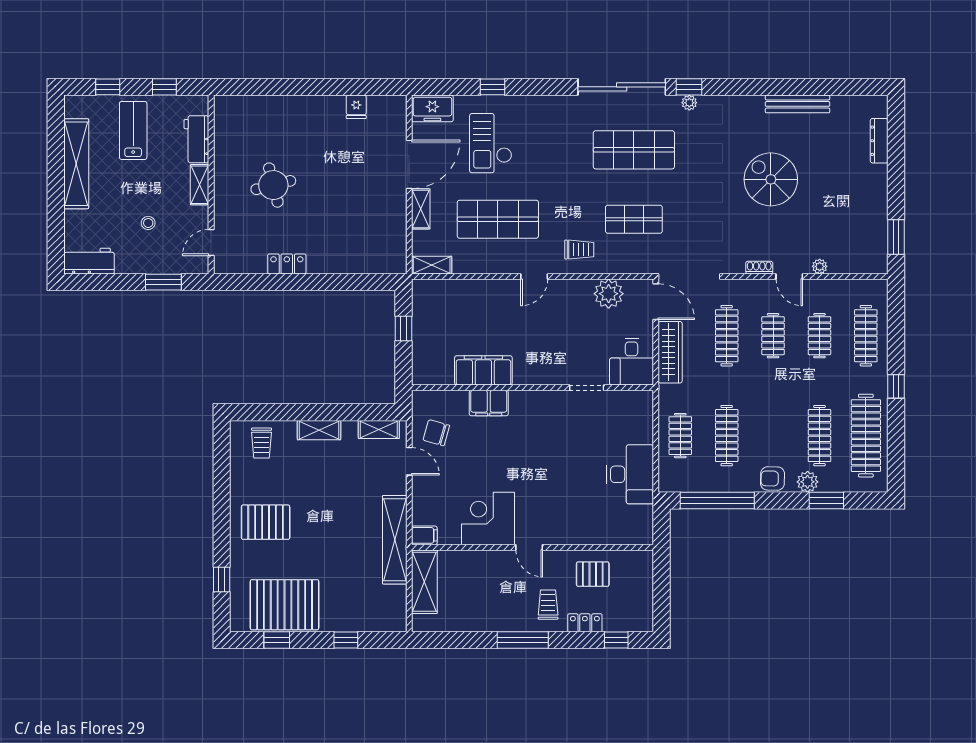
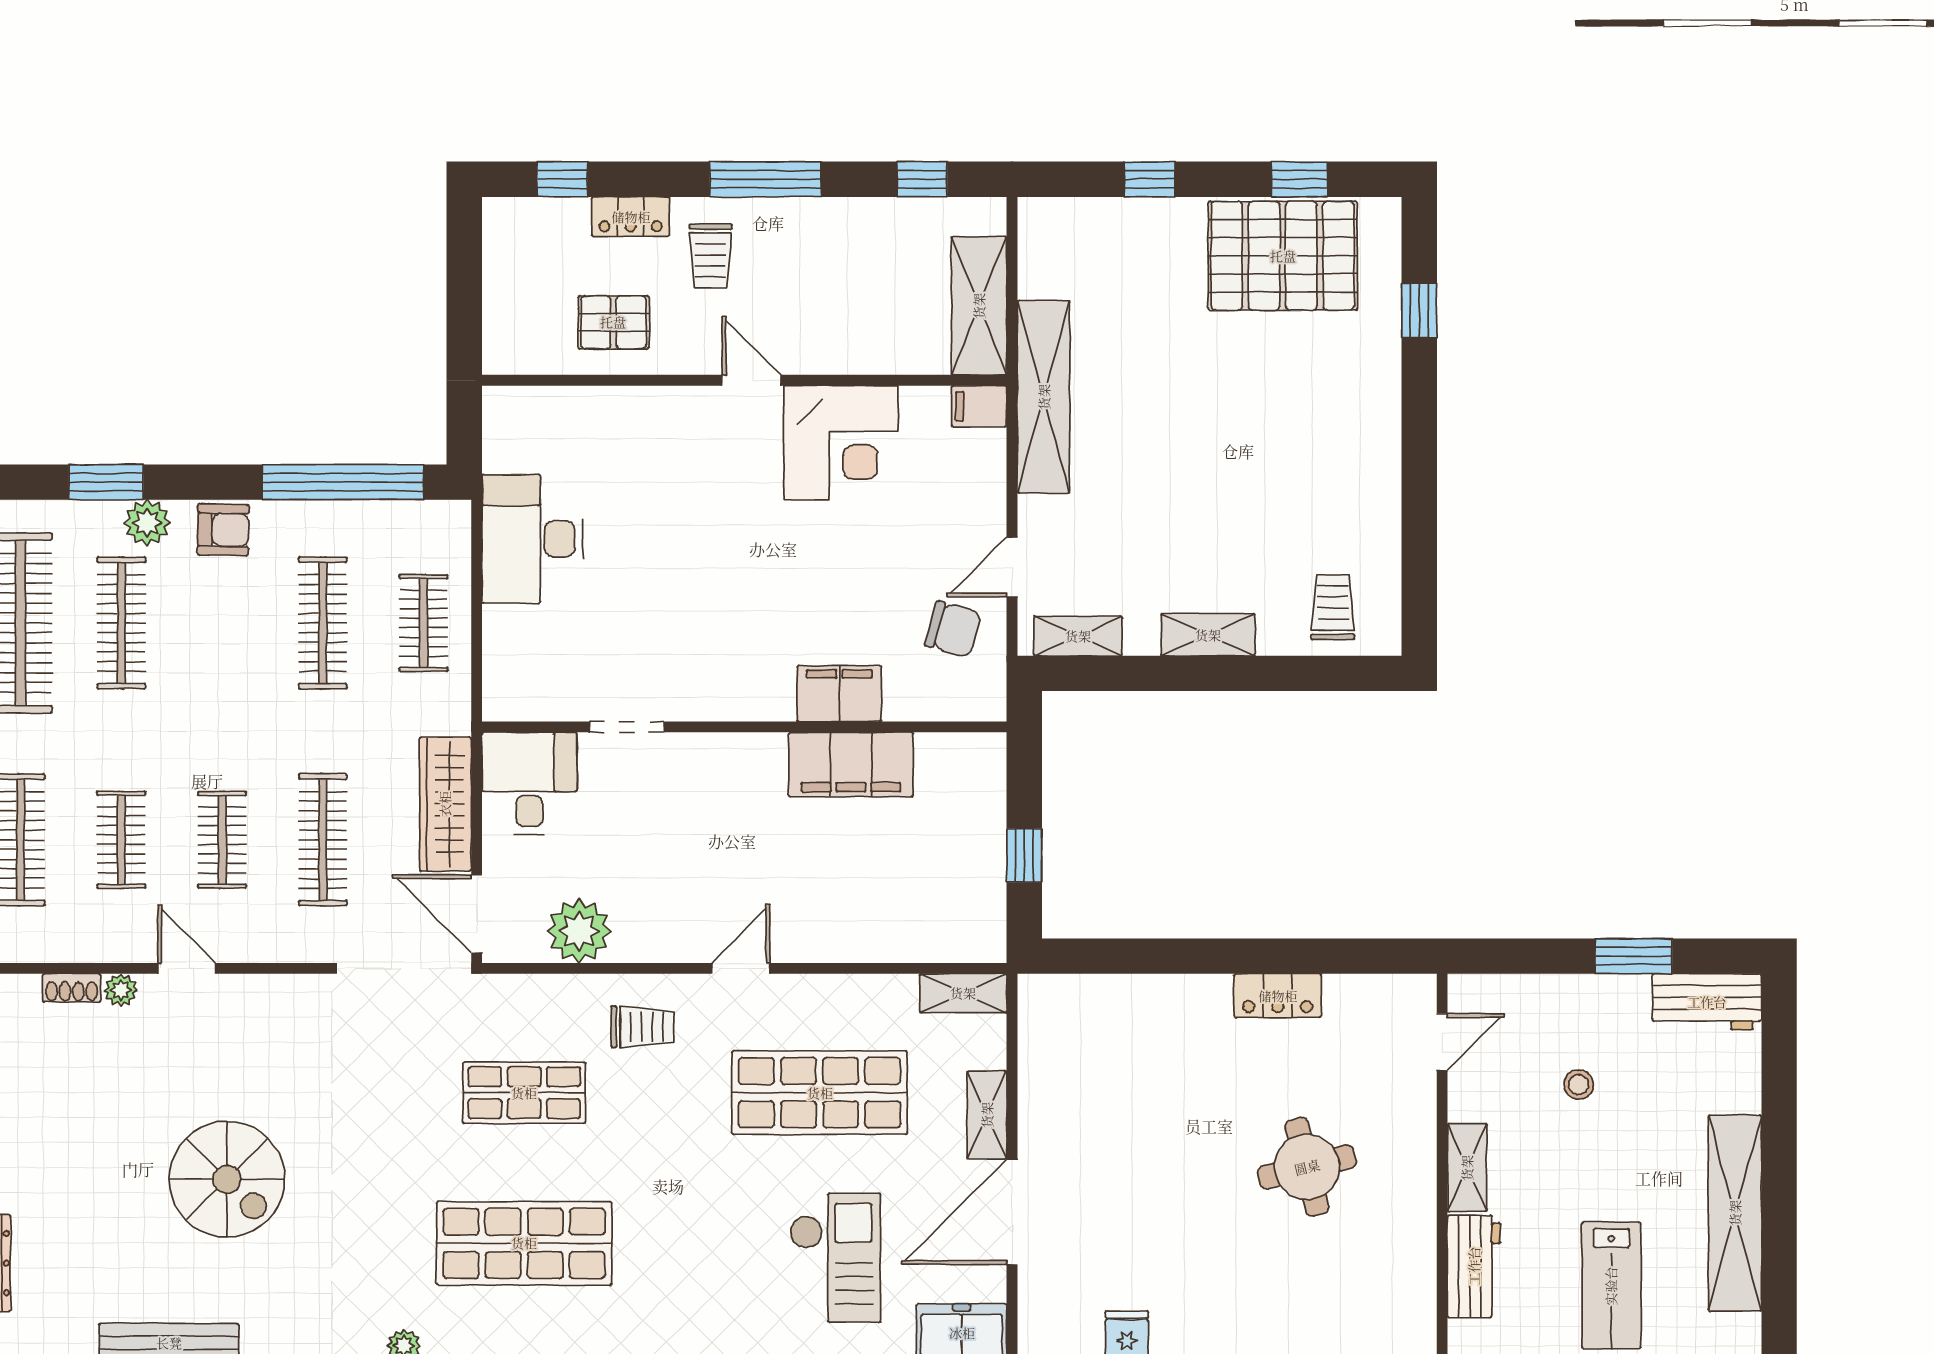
trolley: (579, 250) -> (643, 1027), turned 180
shoe rack: (759, 268) -> (72, 988), moved
window: (163, 282) -> (1634, 956), moved
door: (409, 461) -> (1012, 567), hinge flipped
pallet: (266, 522) -> (1324, 435), removed
window: (451, 640) -> (922, 179), added

